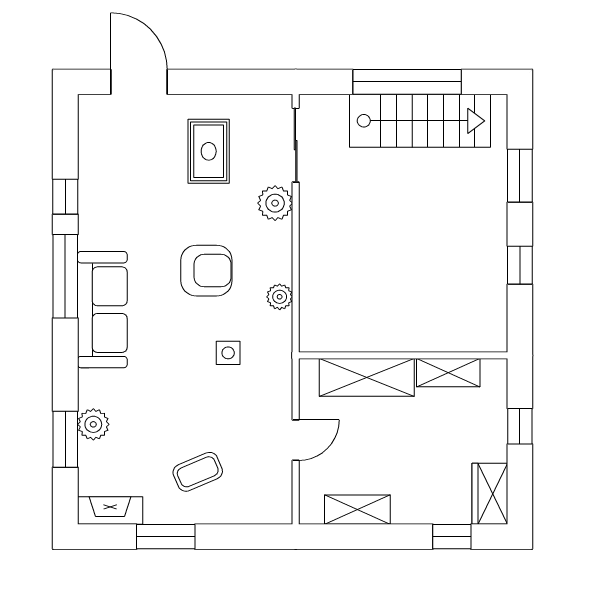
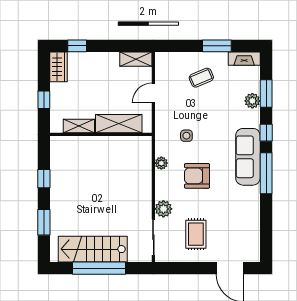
window: (65, 197) -> (266, 133), moved
shelving: (357, 510) -> (136, 59), moved

